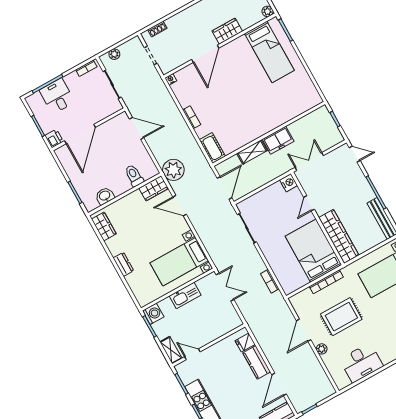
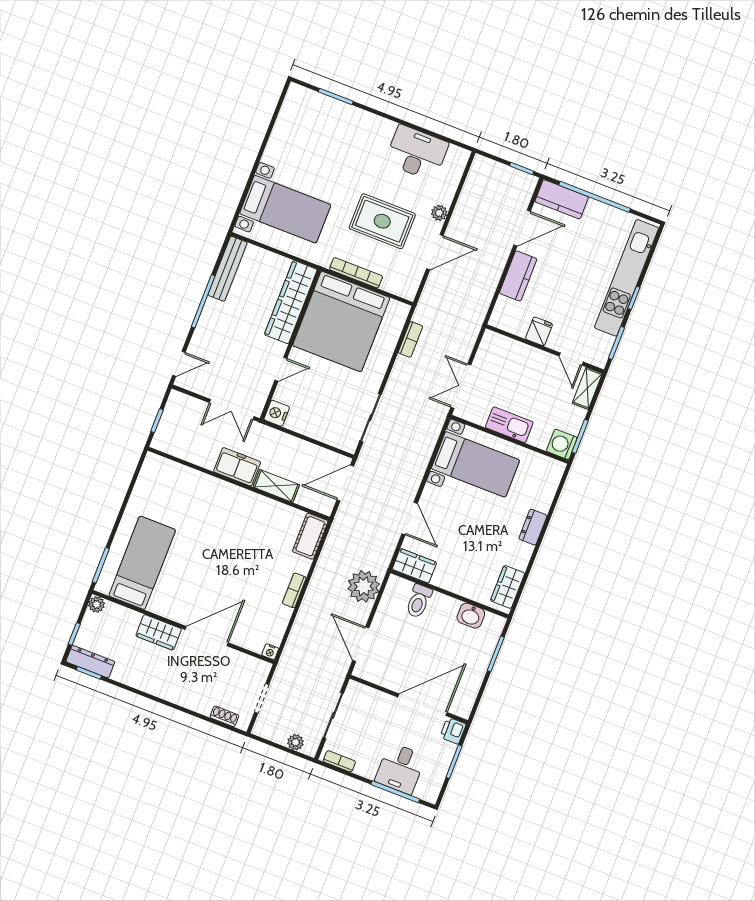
door: (355, 154) -> (179, 364), swing flipped
plant: (173, 170) -> (364, 586), moved
bed: (313, 251) -> (341, 322), width x1.36
fridge: (245, 343) -> (539, 331), moved, turned -90

